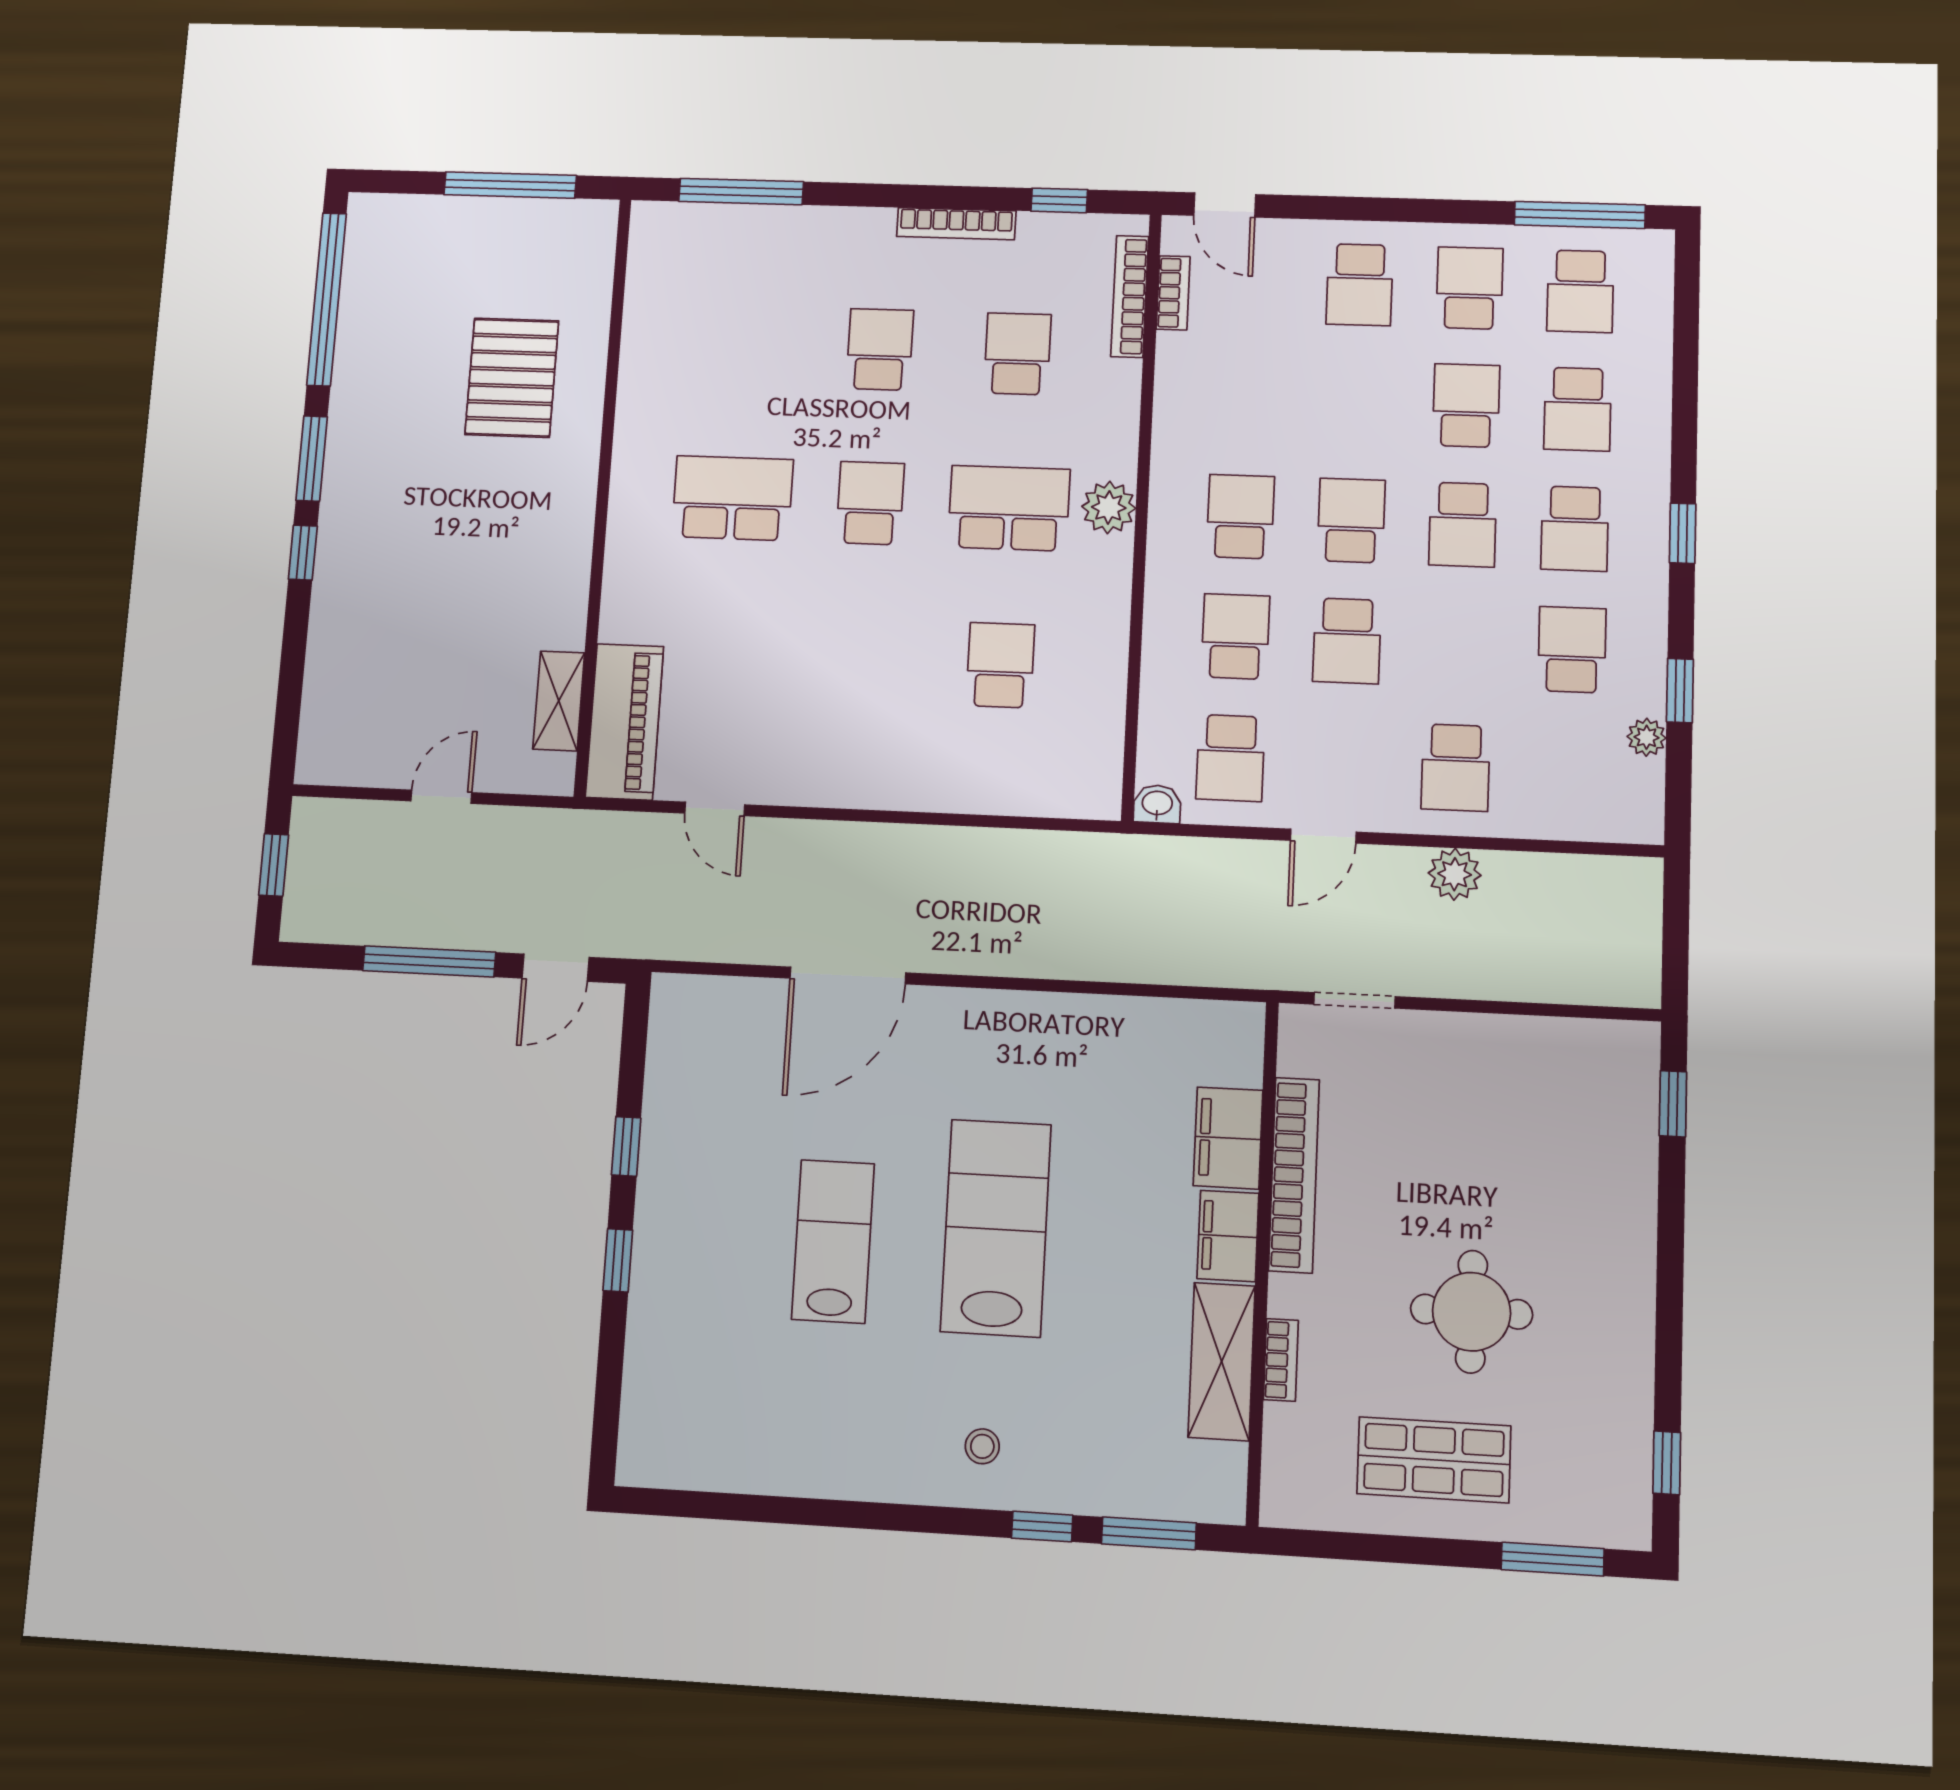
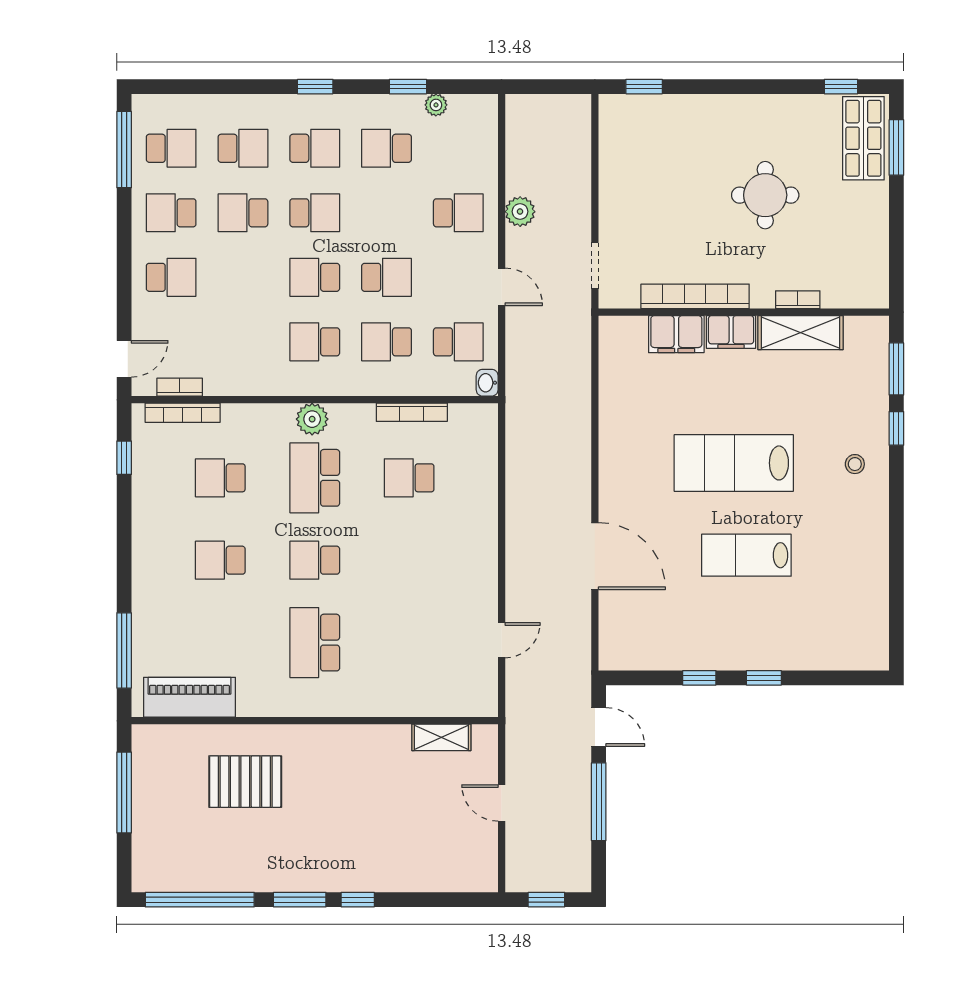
bookcase: (956, 224) -> (412, 412), moved, turned 90
piano: (625, 722) -> (189, 697), moved
shop shelf: (1434, 1460) -> (863, 138), moved

